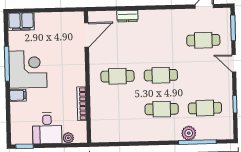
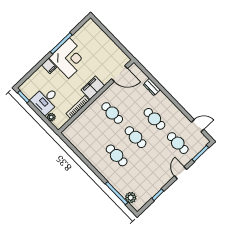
filing cabinet: (21, 22) -> (93, 88), moved, turned 90
cafe table: (205, 108) -> (154, 119), moved
plant: (189, 133) -> (131, 198), moved

